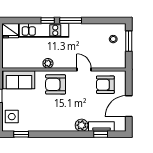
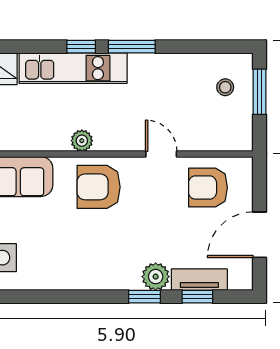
window: (21, 134) -> (145, 297), moved

